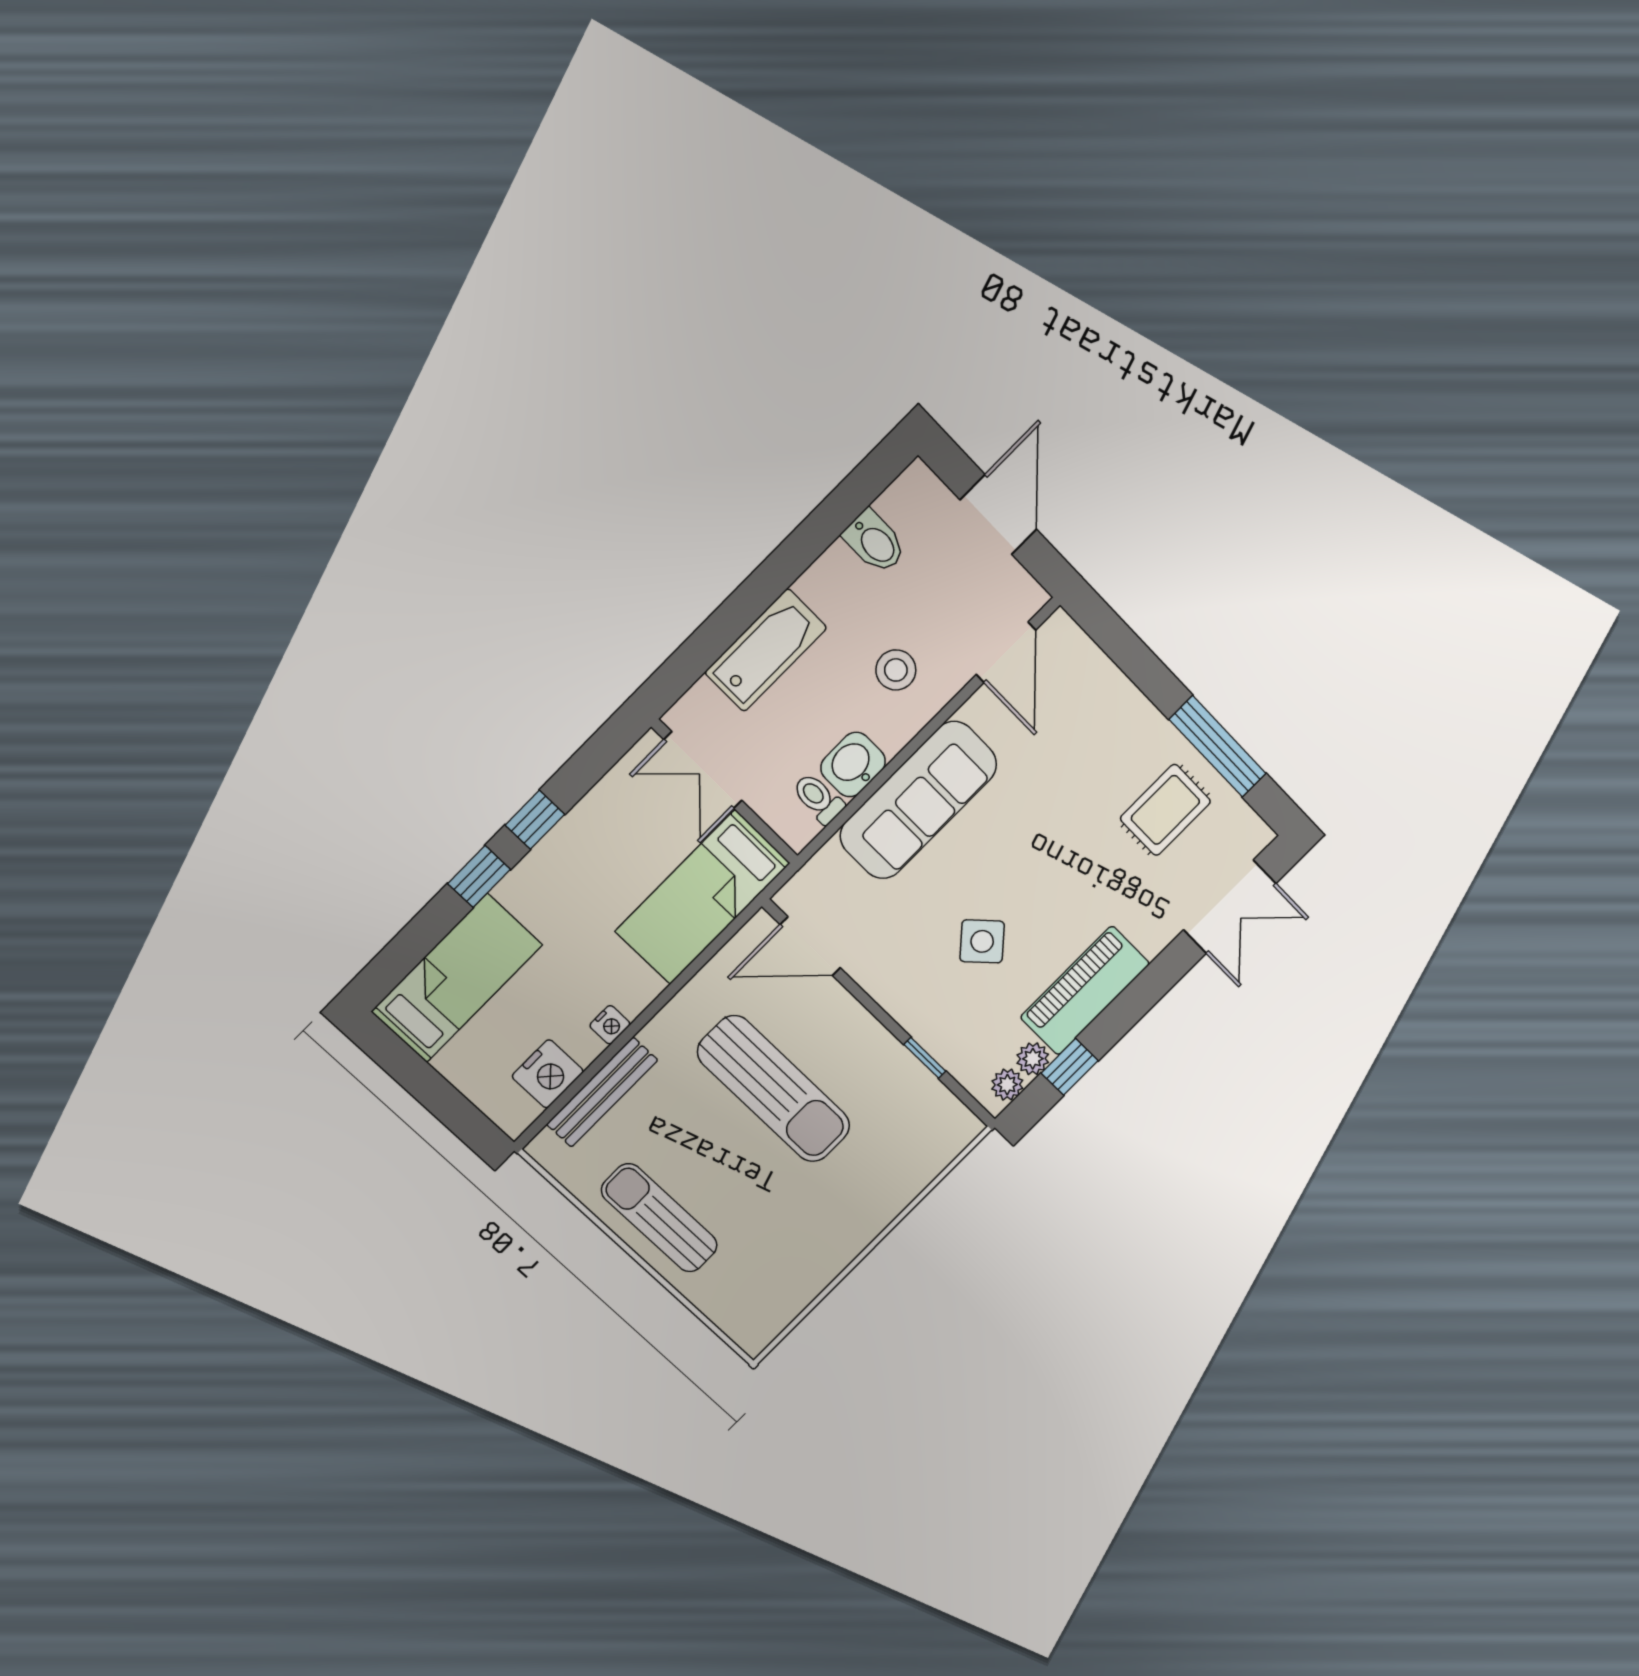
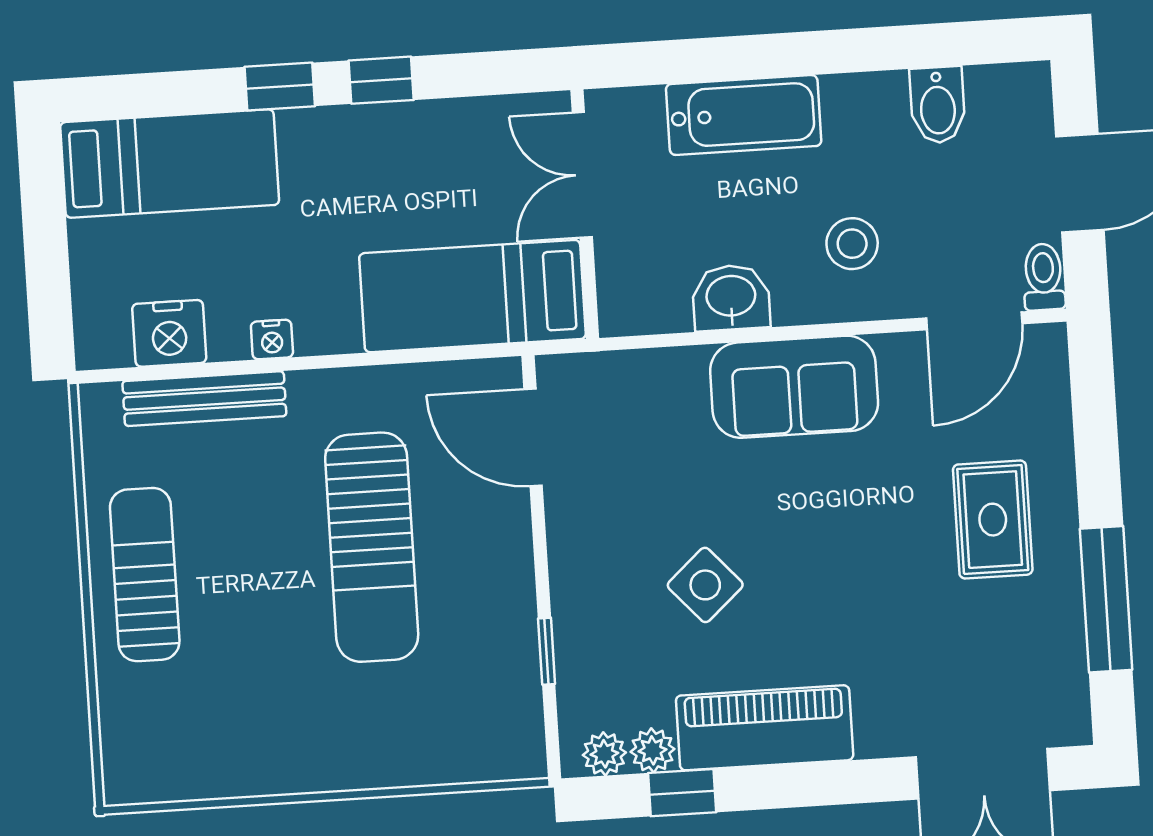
toilet: (818, 798) -> (1044, 277), moved
sofa: (918, 800) -> (794, 387), width x0.73
rug: (1165, 810) -> (993, 520), moved, turned 90

